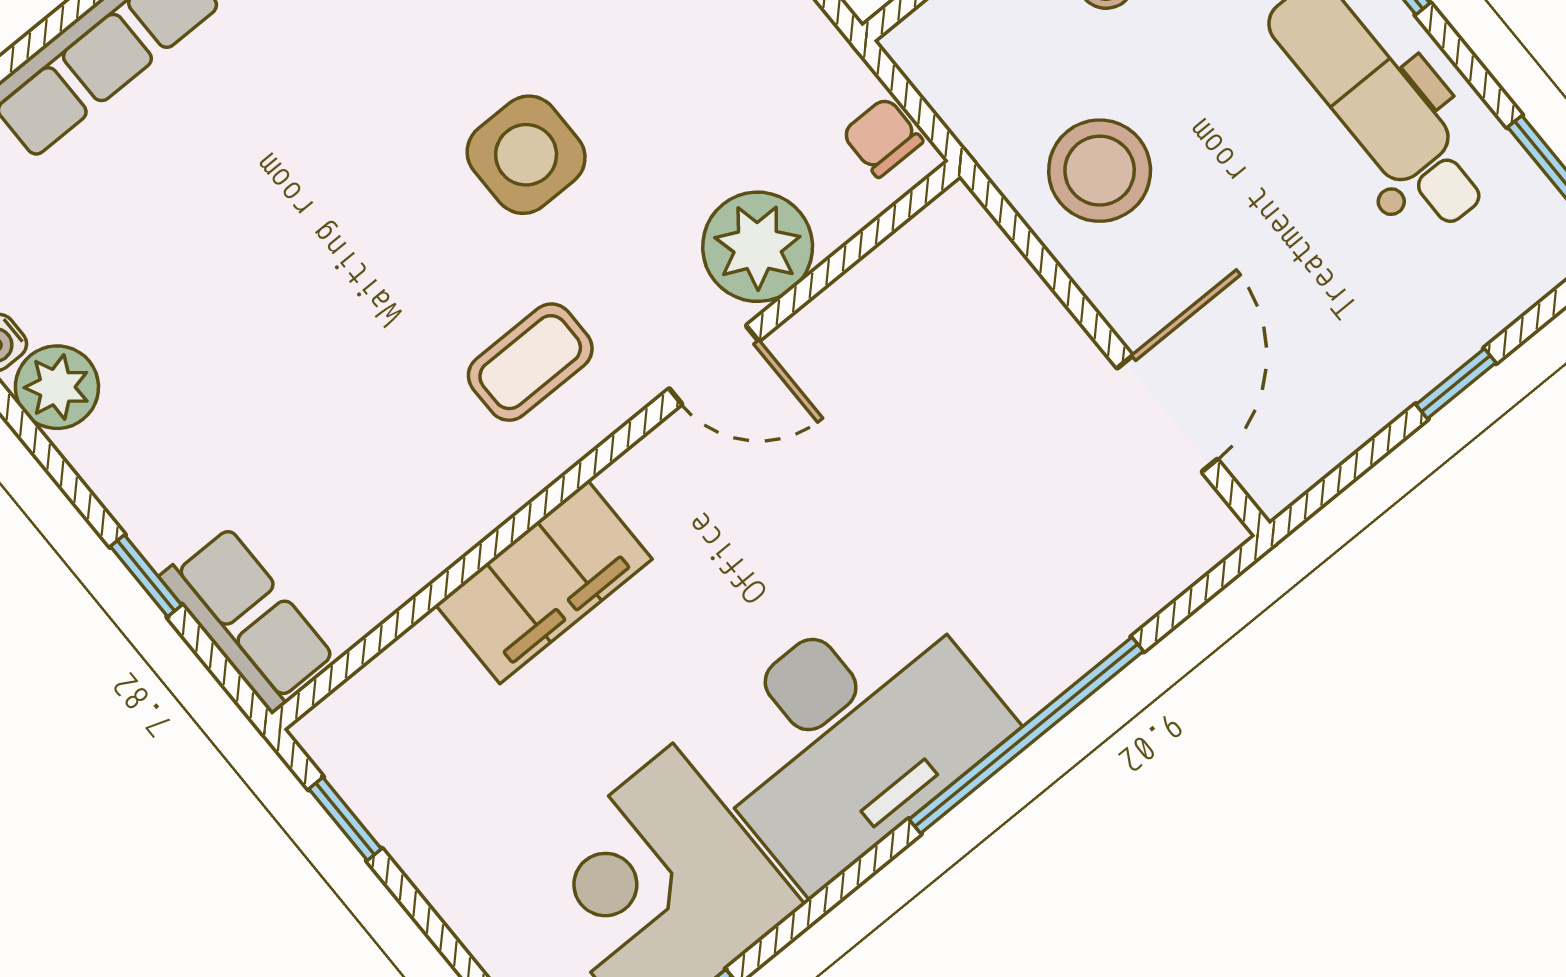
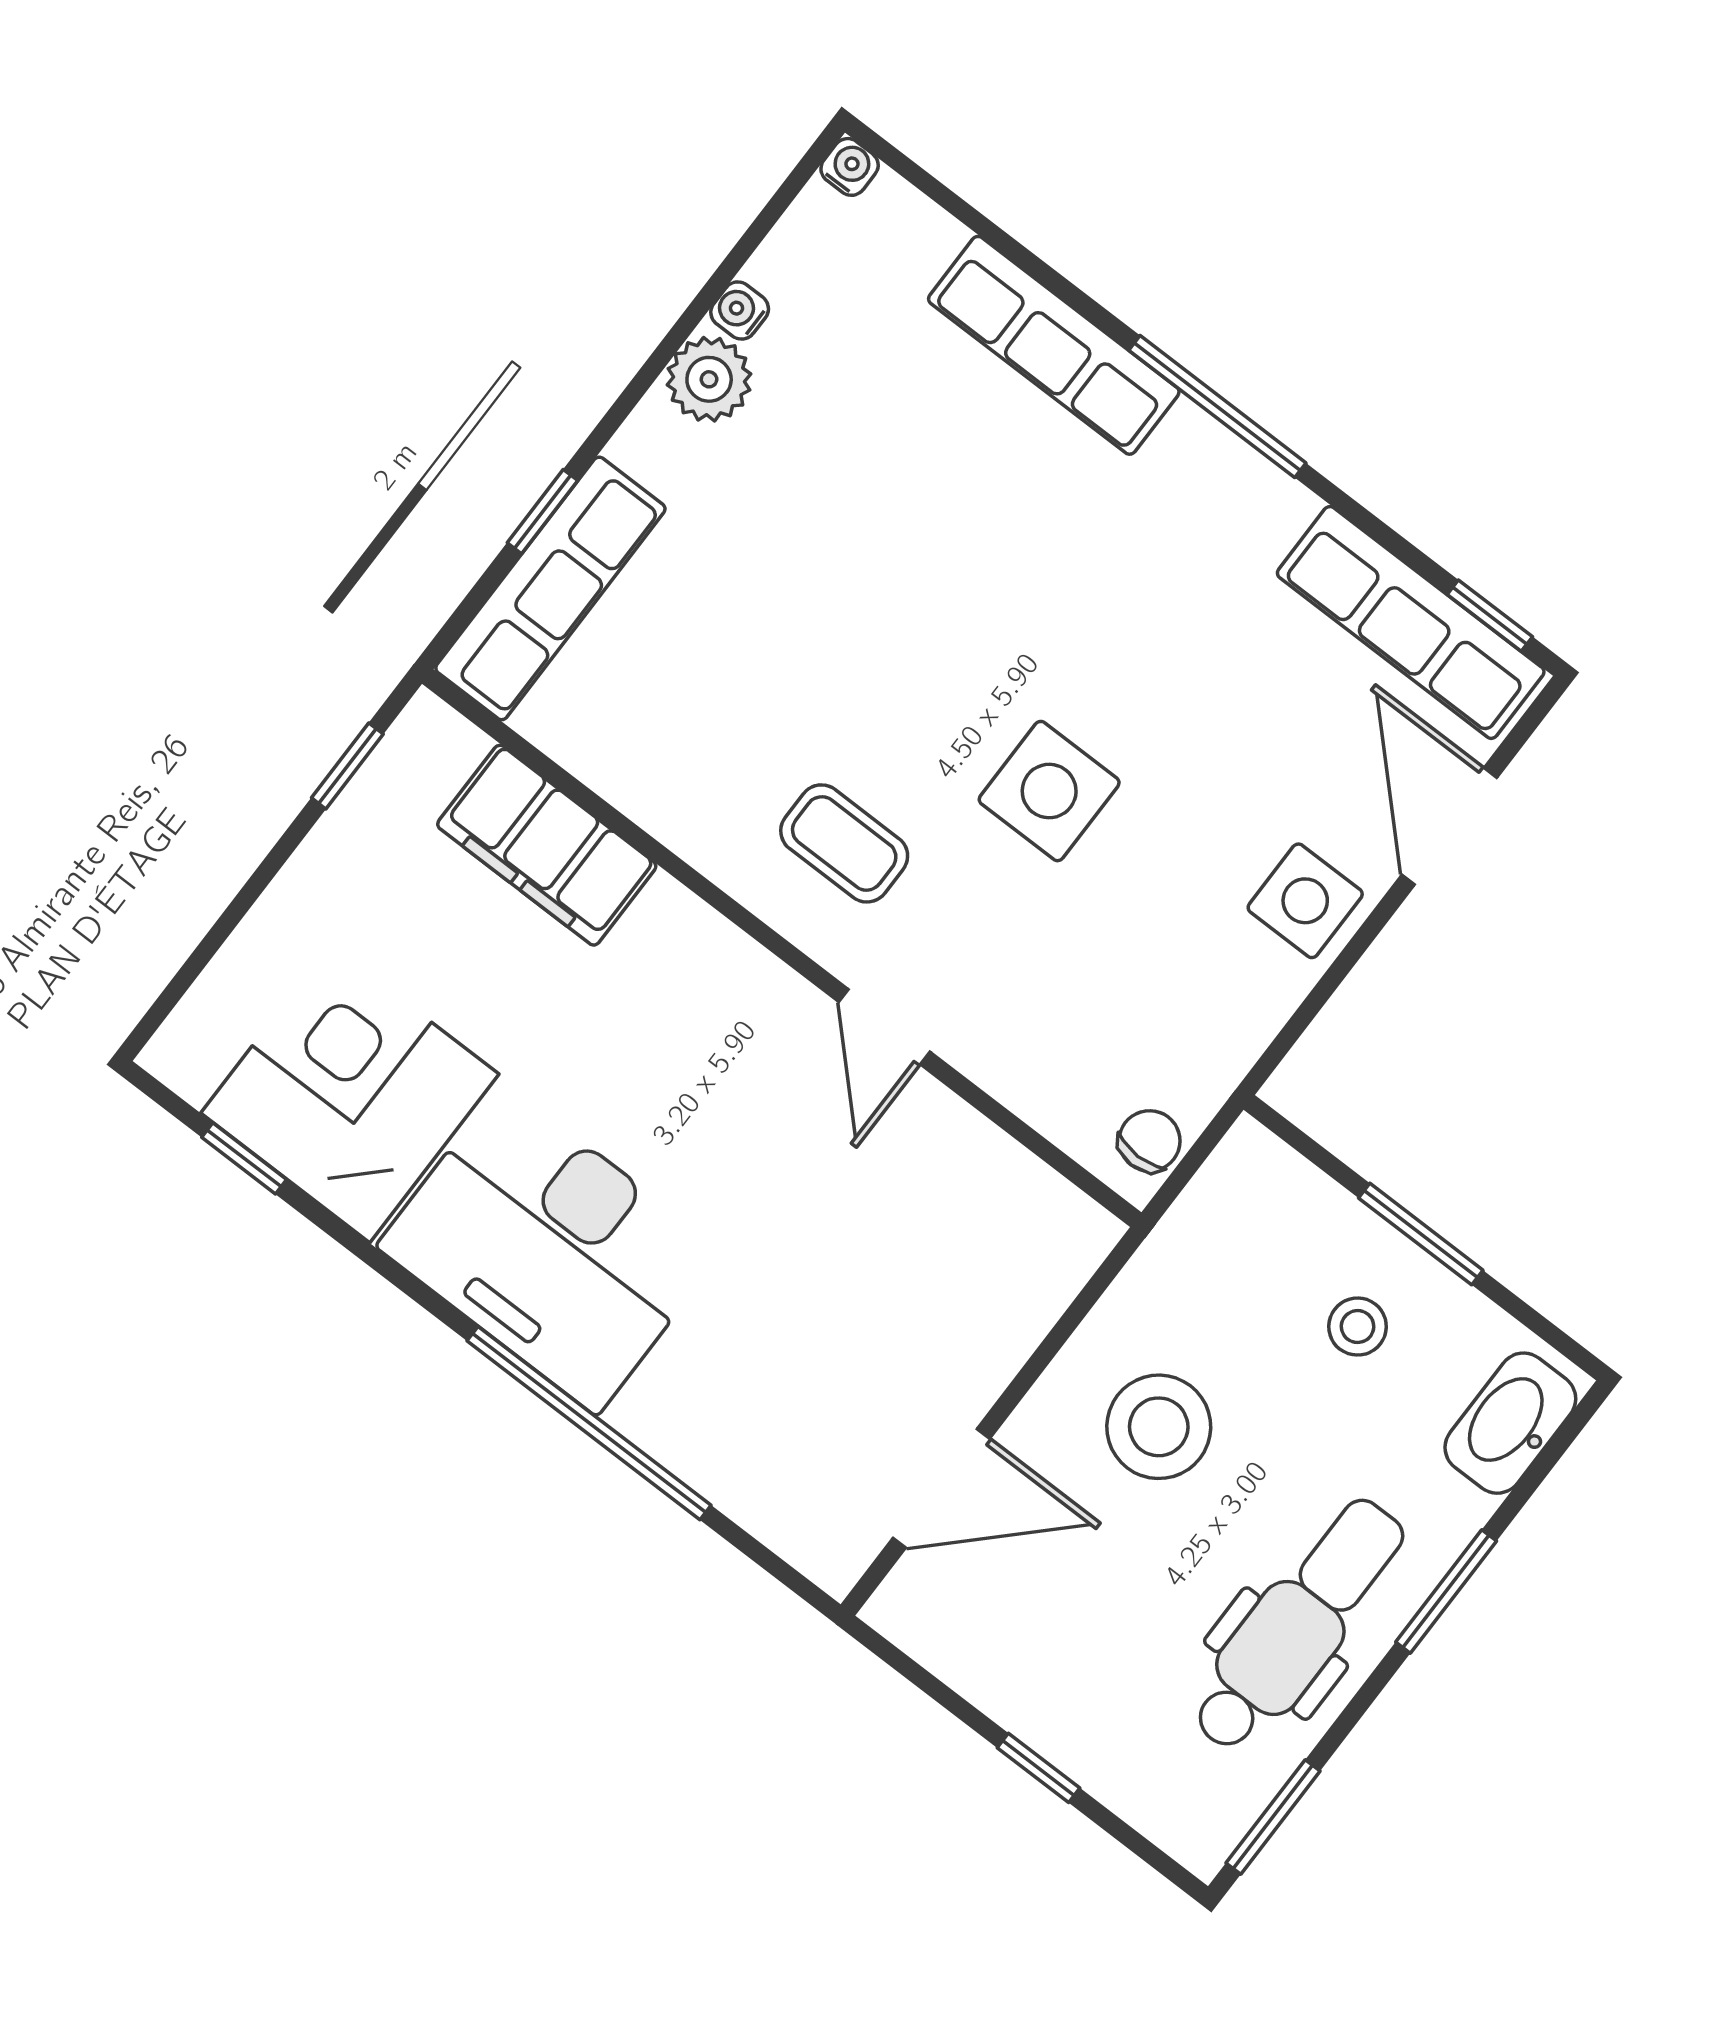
stool: (1100, 171) -> (1159, 1427), moved
plant: (758, 247) -> (1012, 1042), removed
filing cabinet: (544, 582) -> (547, 845), moved
row of seats: (248, 619) -> (550, 588), width x1.48

